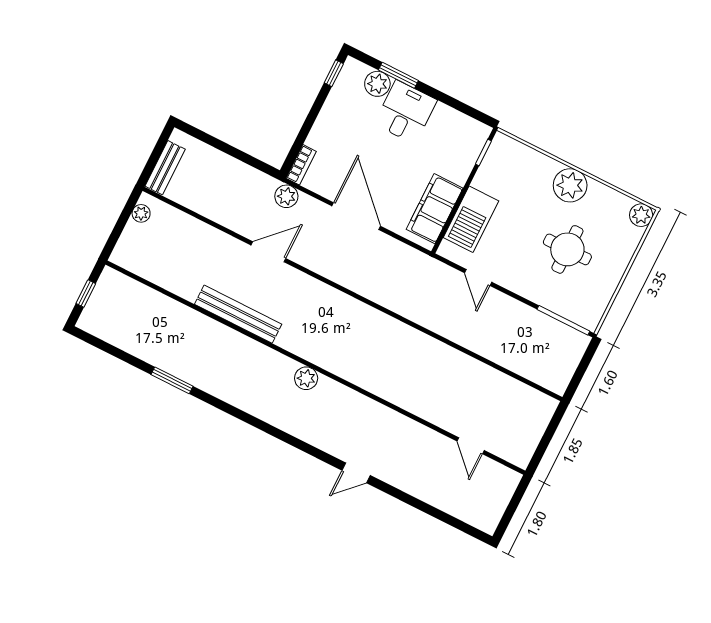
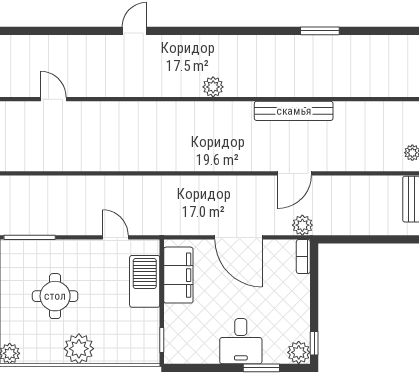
plant: (377, 84) -> (299, 352), moved

